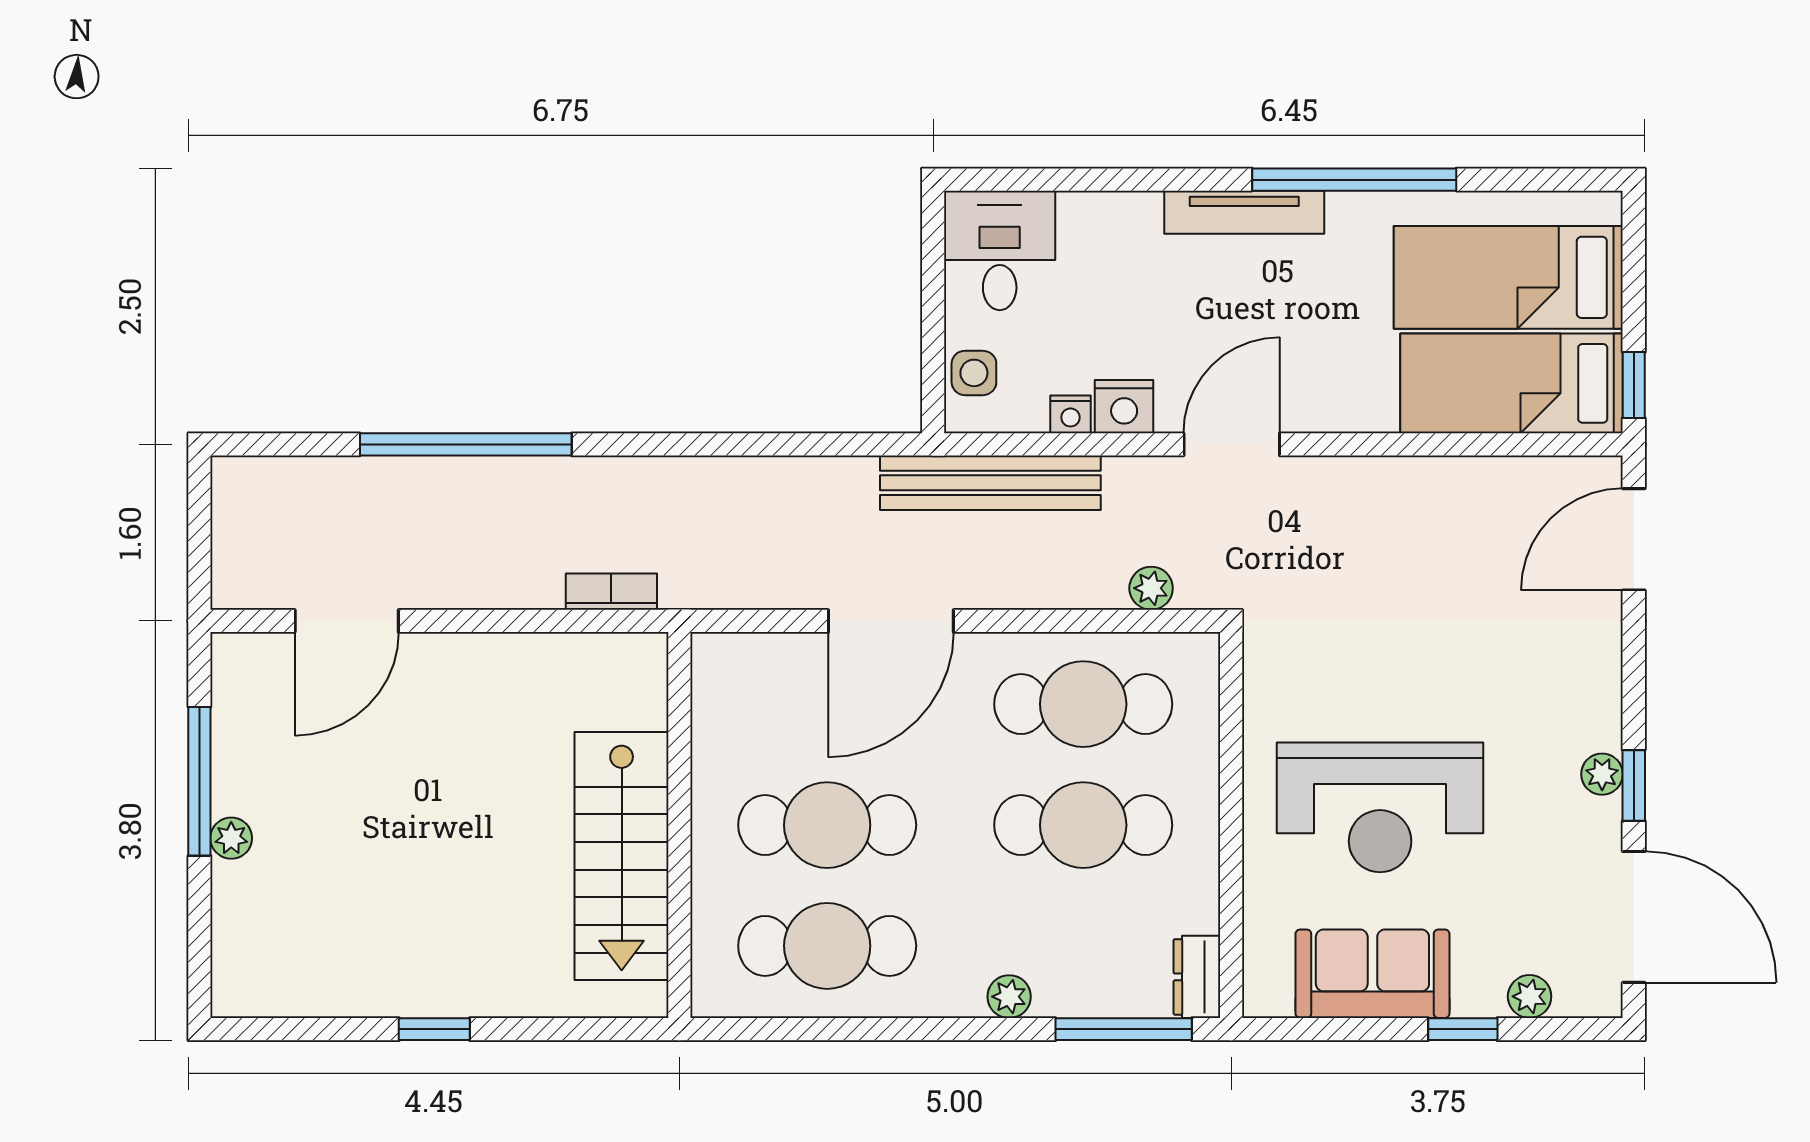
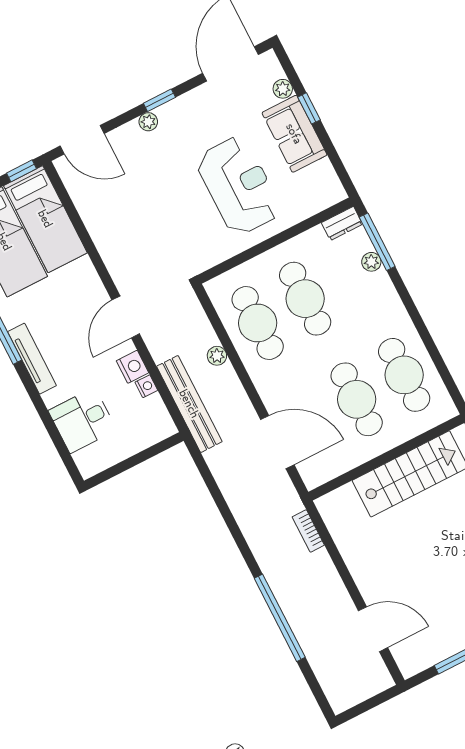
desk: (1000, 250) -> (82, 420), moved
side table: (974, 373) -> (149, 433), removed
door: (1232, 444) -> (126, 317), hinge flipped
plant: (1151, 588) -> (217, 356), moved
door: (891, 621) -> (277, 442), moved
plant: (1602, 774) -> (148, 122), moved
window: (1634, 785) -> (159, 100), moved
sofa: (1372, 974) -> (294, 134), moved
plant: (1009, 997) -> (371, 262), moved

